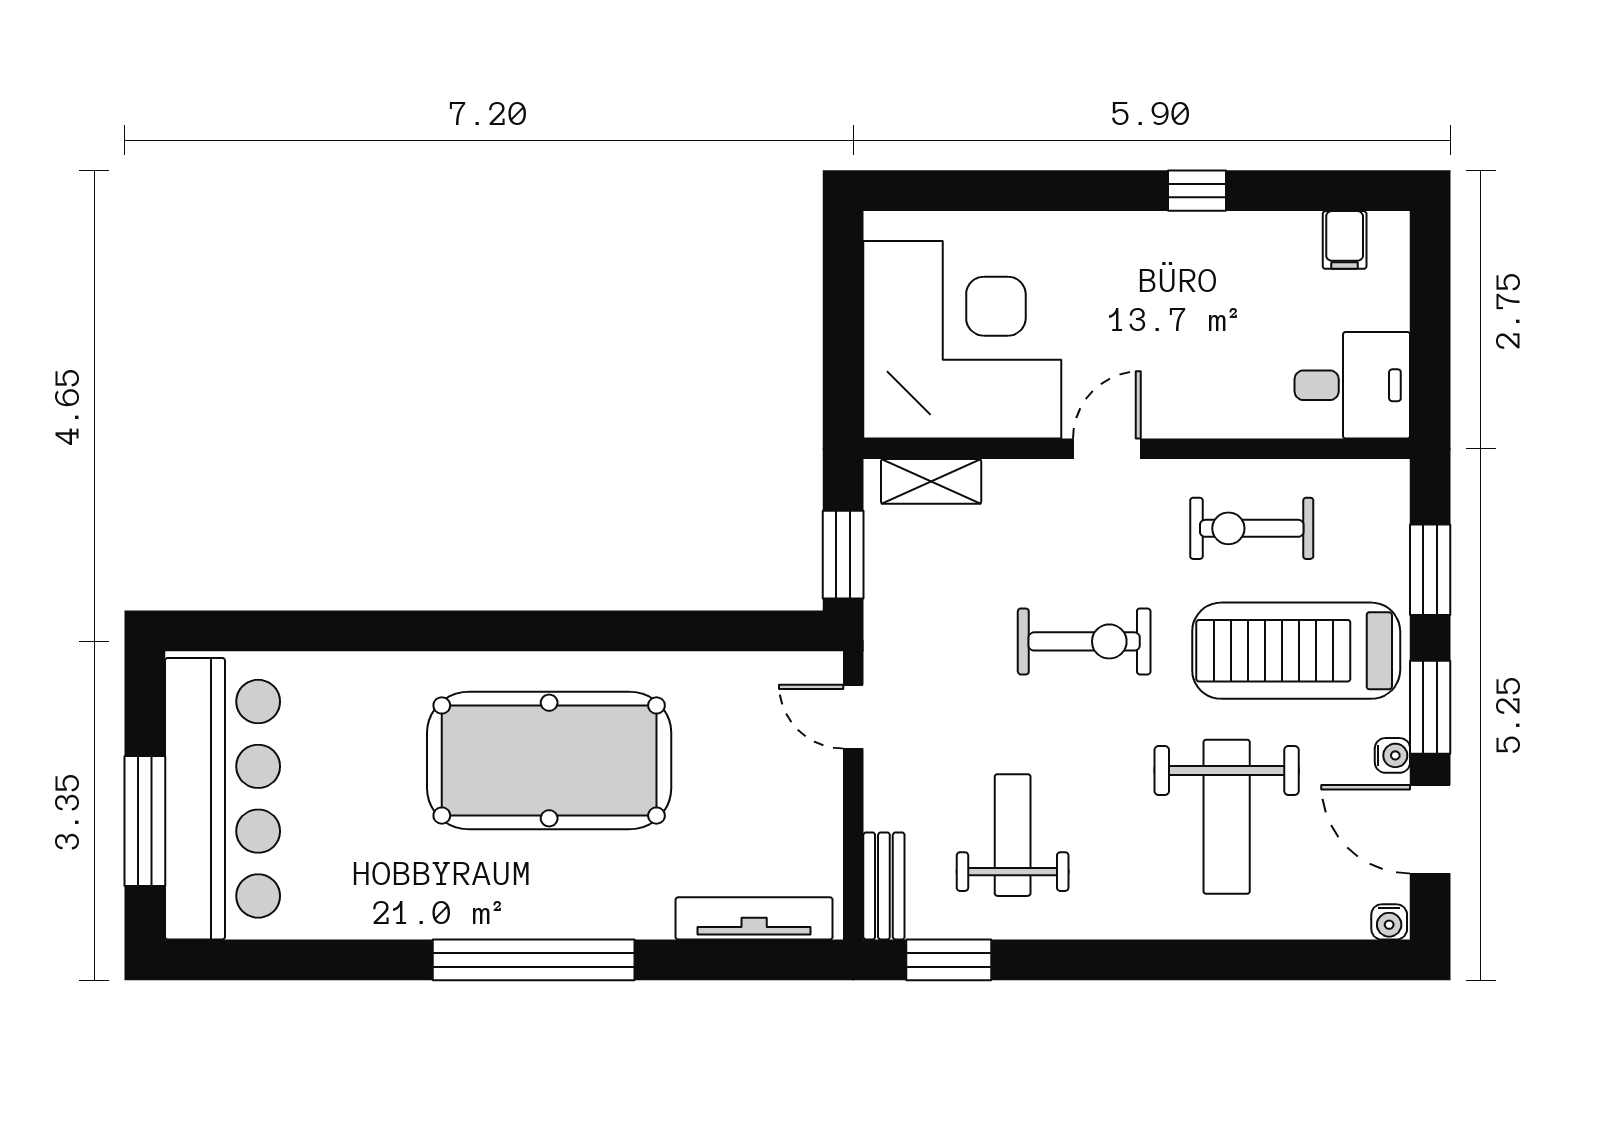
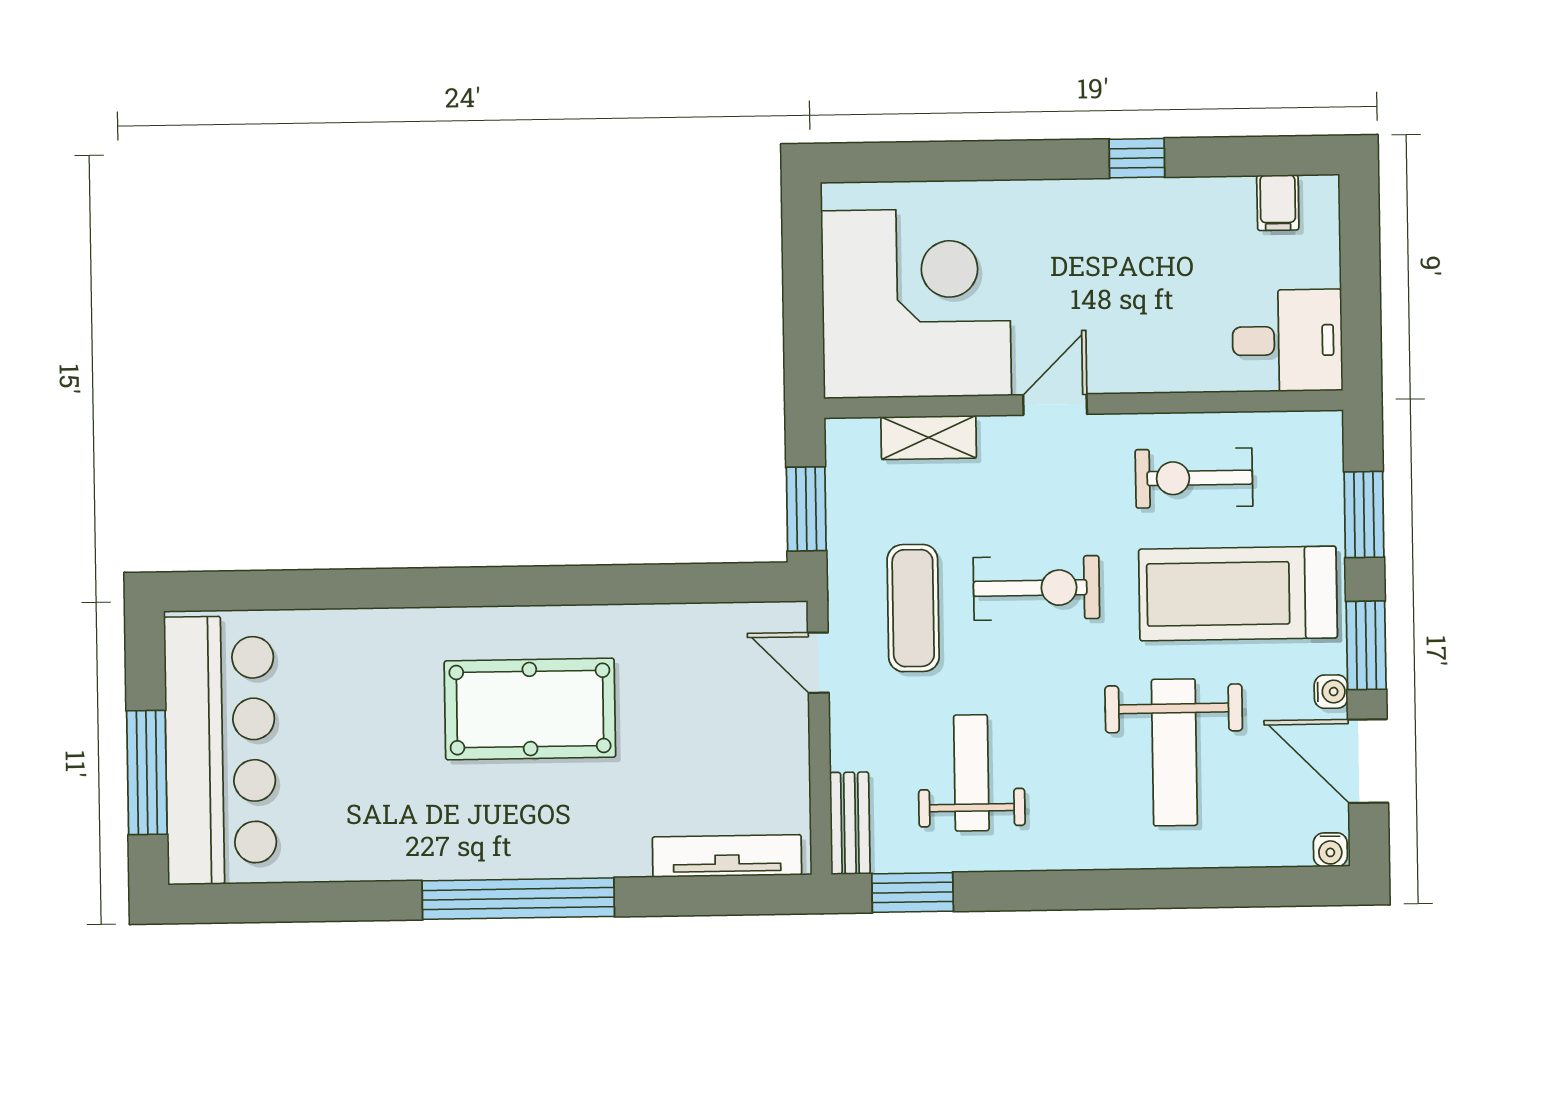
shelving: (931, 481) -> (929, 438), moved
exercise mat: (954, 661) -> (913, 608), added
pool table: (549, 760) -> (530, 709), width x0.73, depth x0.76

